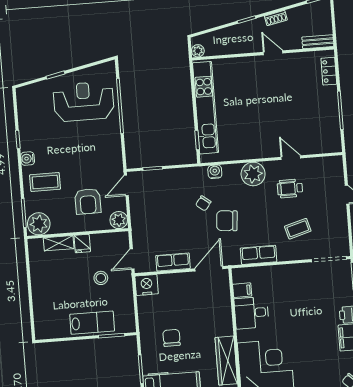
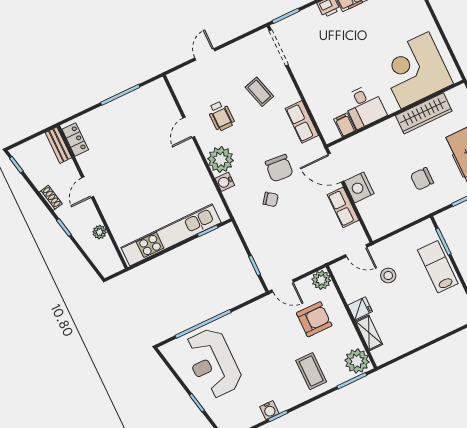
plant: (198, 51) -> (100, 232), moved
locker: (329, 71) -> (75, 140), moved, turned -90
water cooler: (28, 159) -> (269, 410), moved
water cooler: (215, 172) -> (225, 182), moved
nightstand: (147, 285) -> (359, 187), moved

